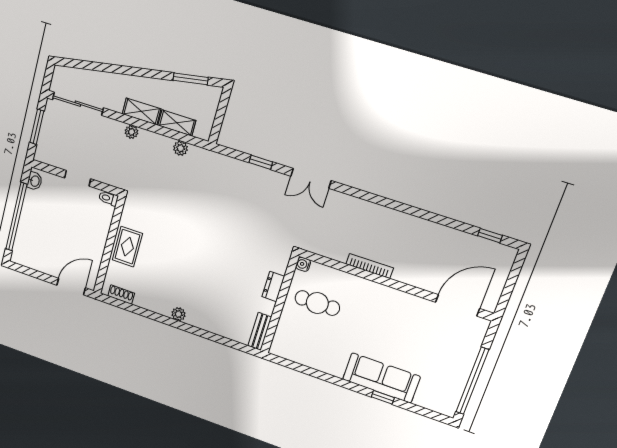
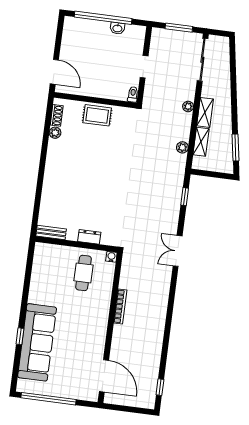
window: (261, 162) -> (185, 197), moved
washbasin: (35, 181) -> (117, 28), moved
plant: (179, 314) -> (55, 133), moved
sofa: (381, 378) -> (37, 342), width x1.36, depth x1.27

